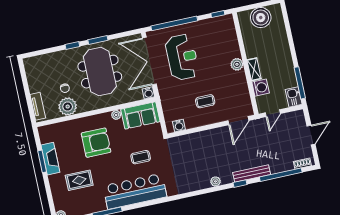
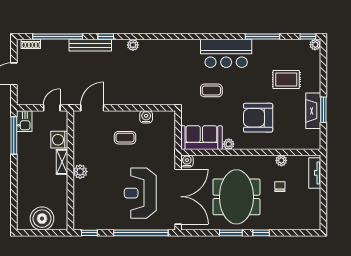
plant: (68, 107) -> (281, 160), width x0.53, depth x0.53
water cooler: (179, 126) -> (146, 117), moved
bar counter: (135, 191) -> (226, 53), width x0.73

